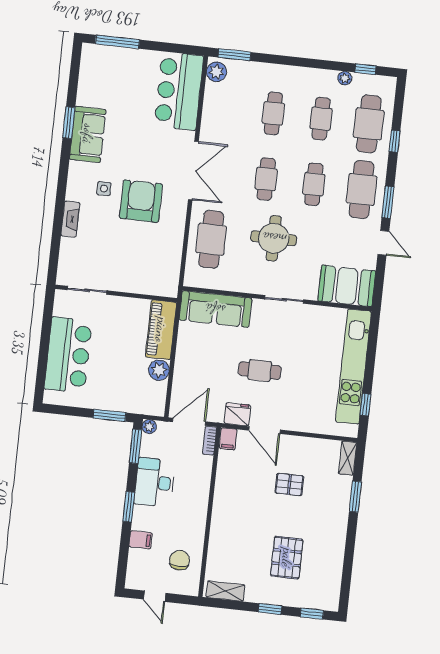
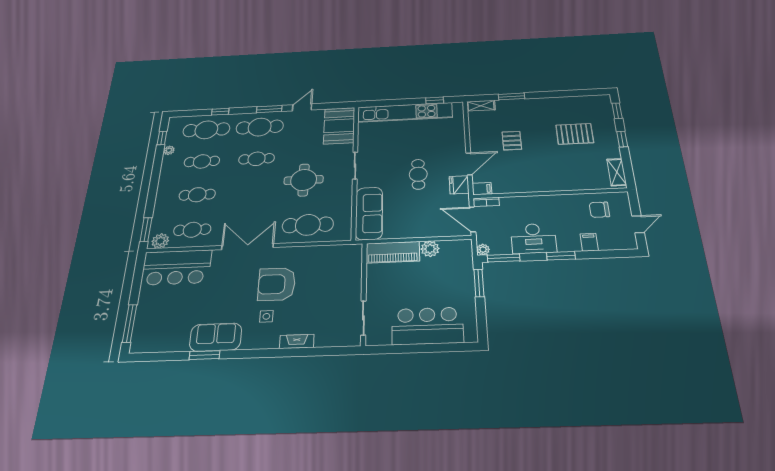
cafe table: (266, 179) -> (192, 230), moved

